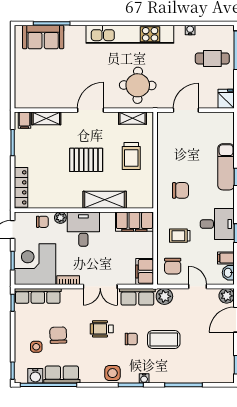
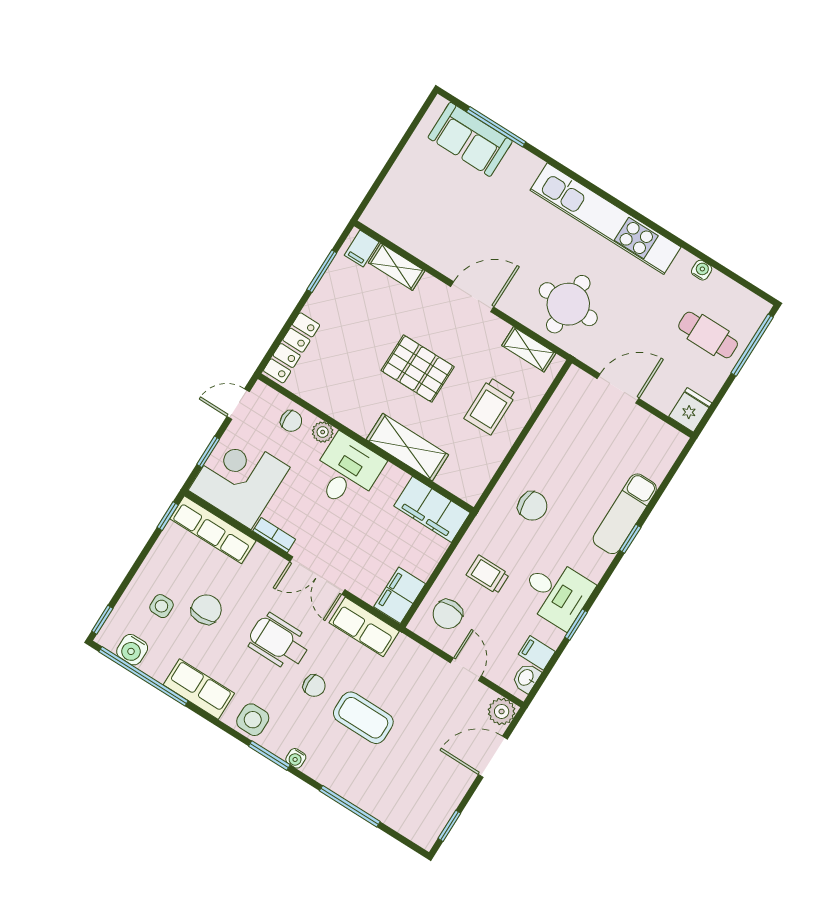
plant: (164, 296) -> (406, 652), removed
wheelchair: (102, 329) -> (279, 642), width x1.36, depth x1.37
row of seats: (62, 375) -> (199, 689), moved

